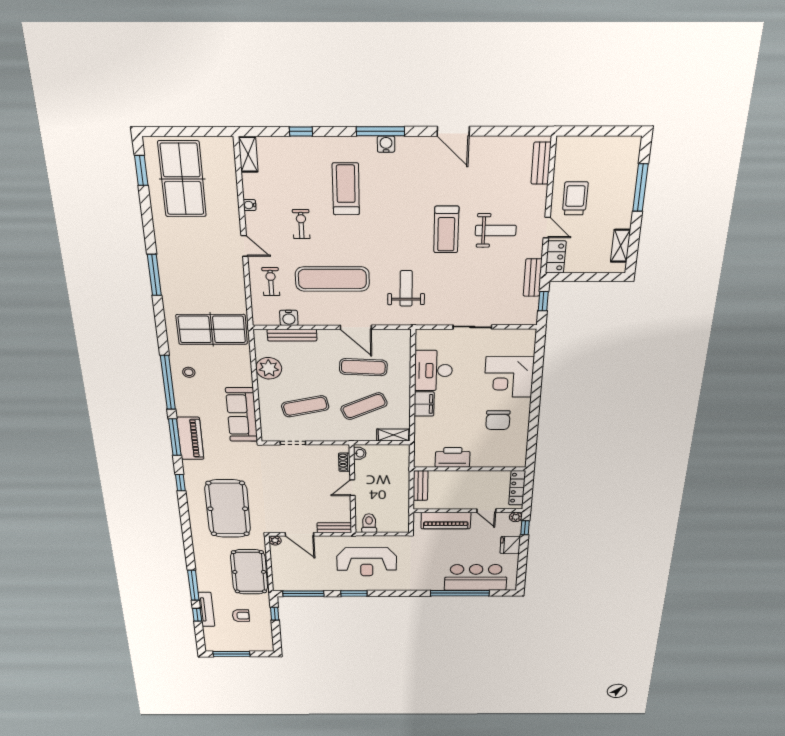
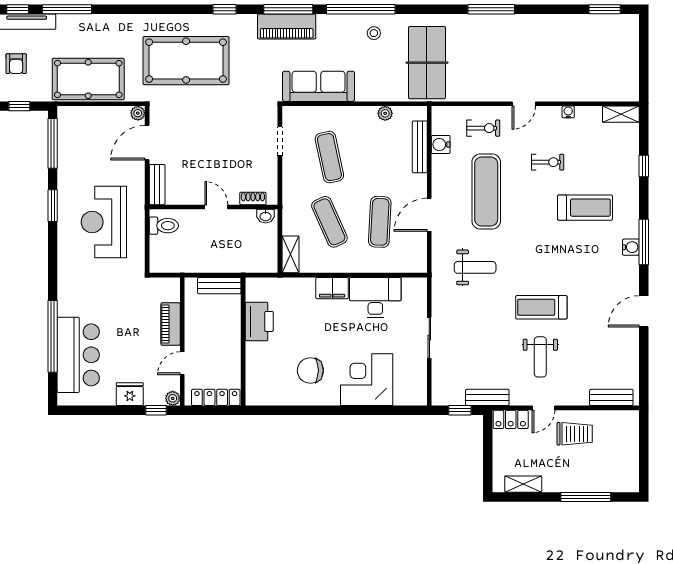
table tennis table: (182, 179) -> (595, 48), removed
plant: (269, 368) -> (385, 113), width x0.53, depth x0.53
piano: (446, 521) -> (171, 324), width x0.73, depth x0.75

